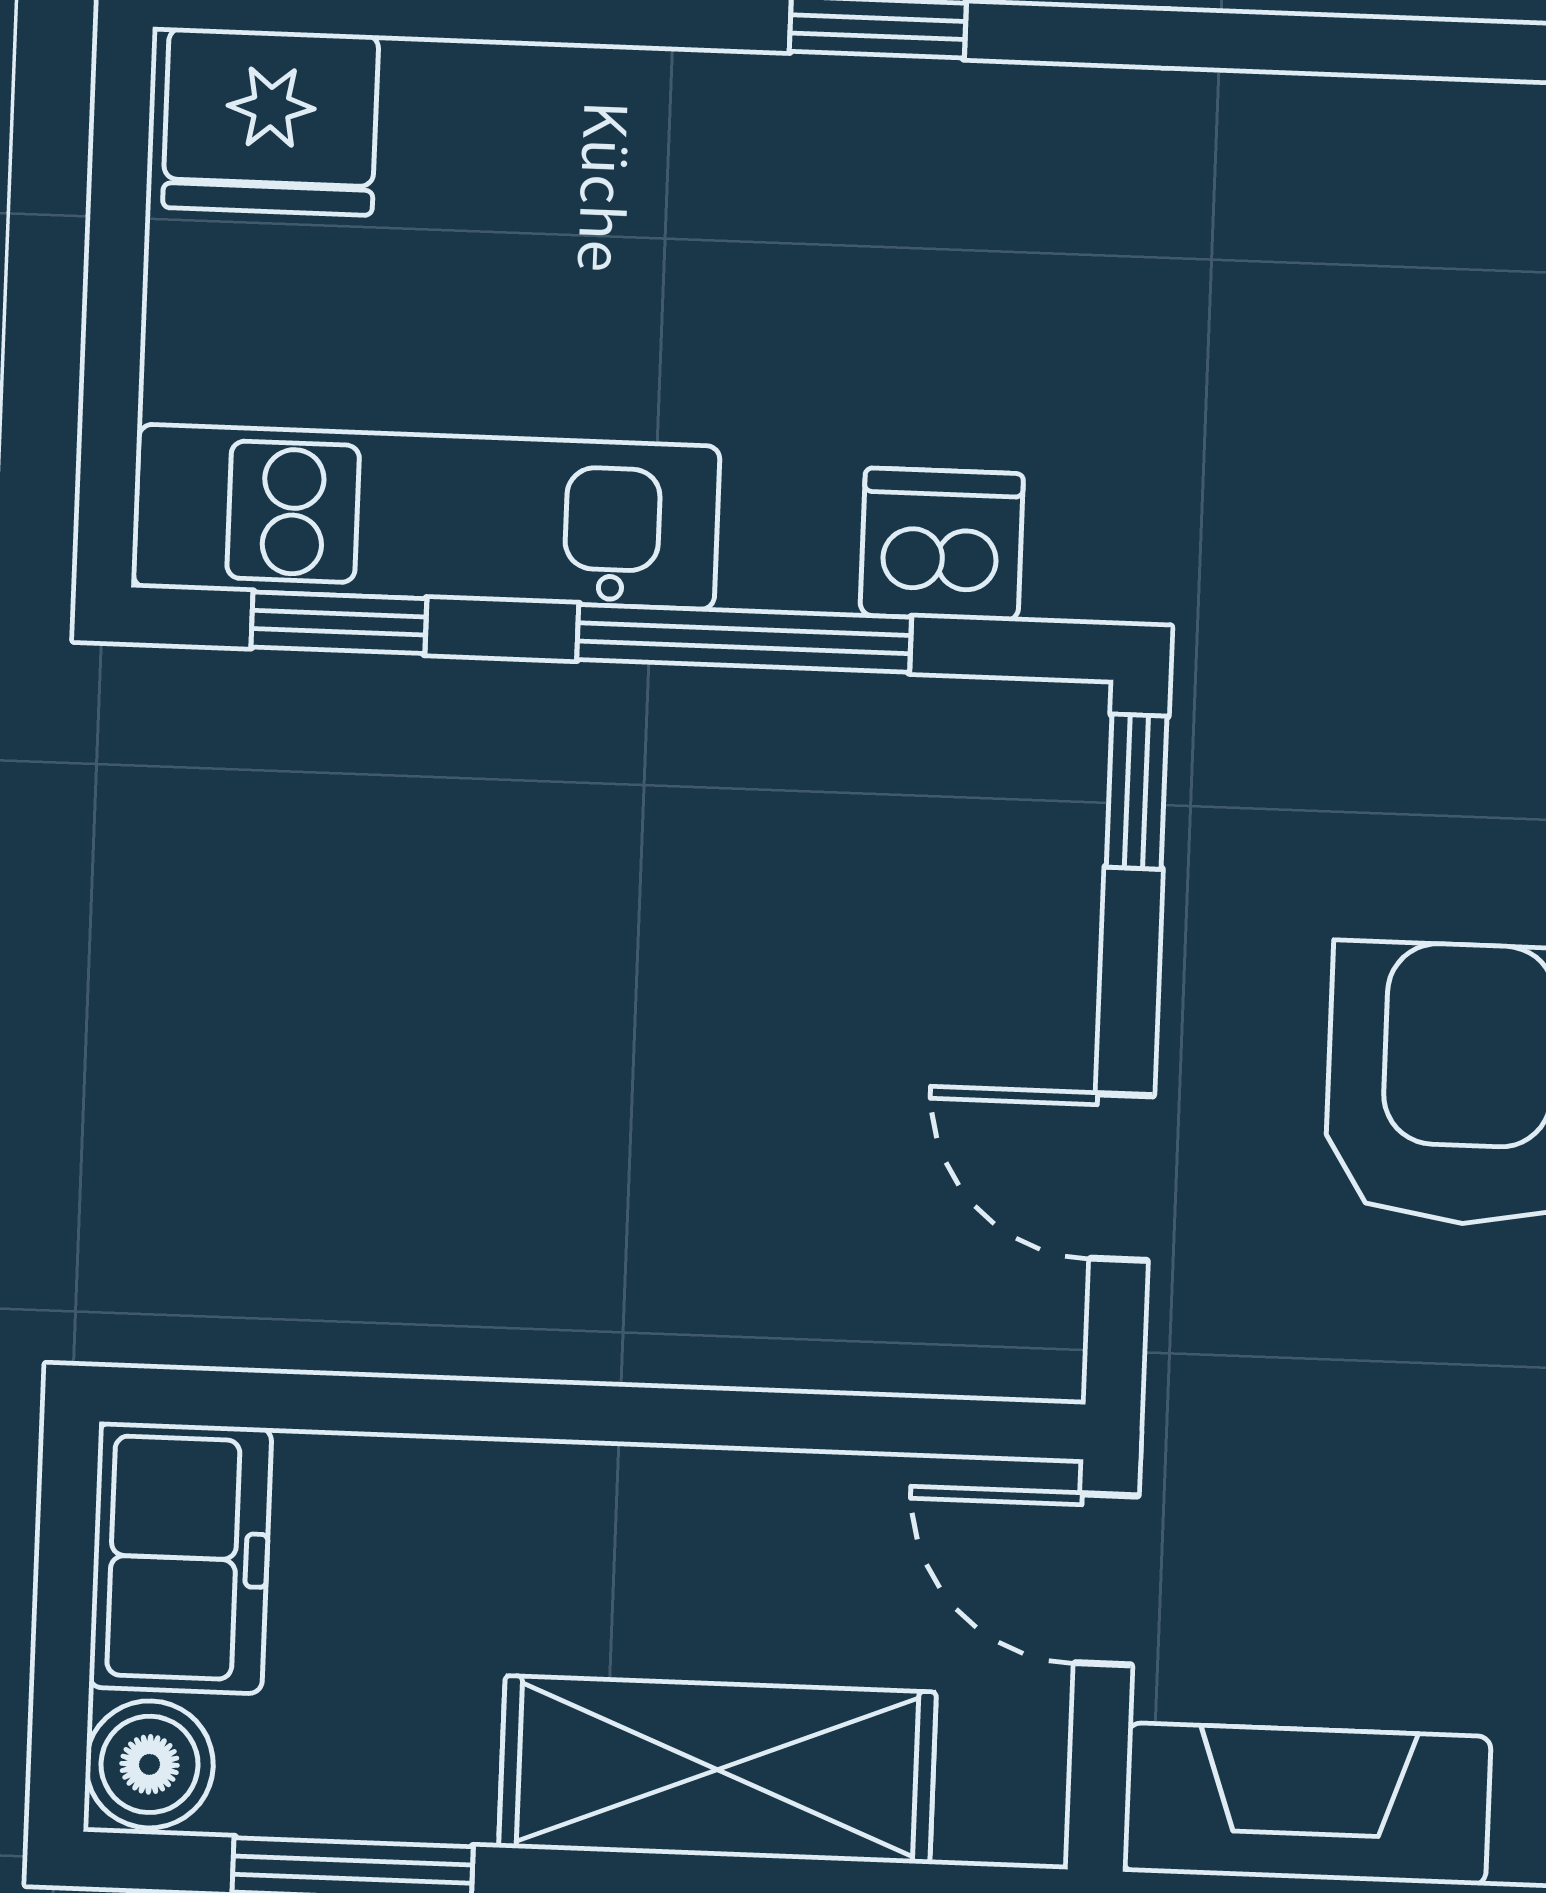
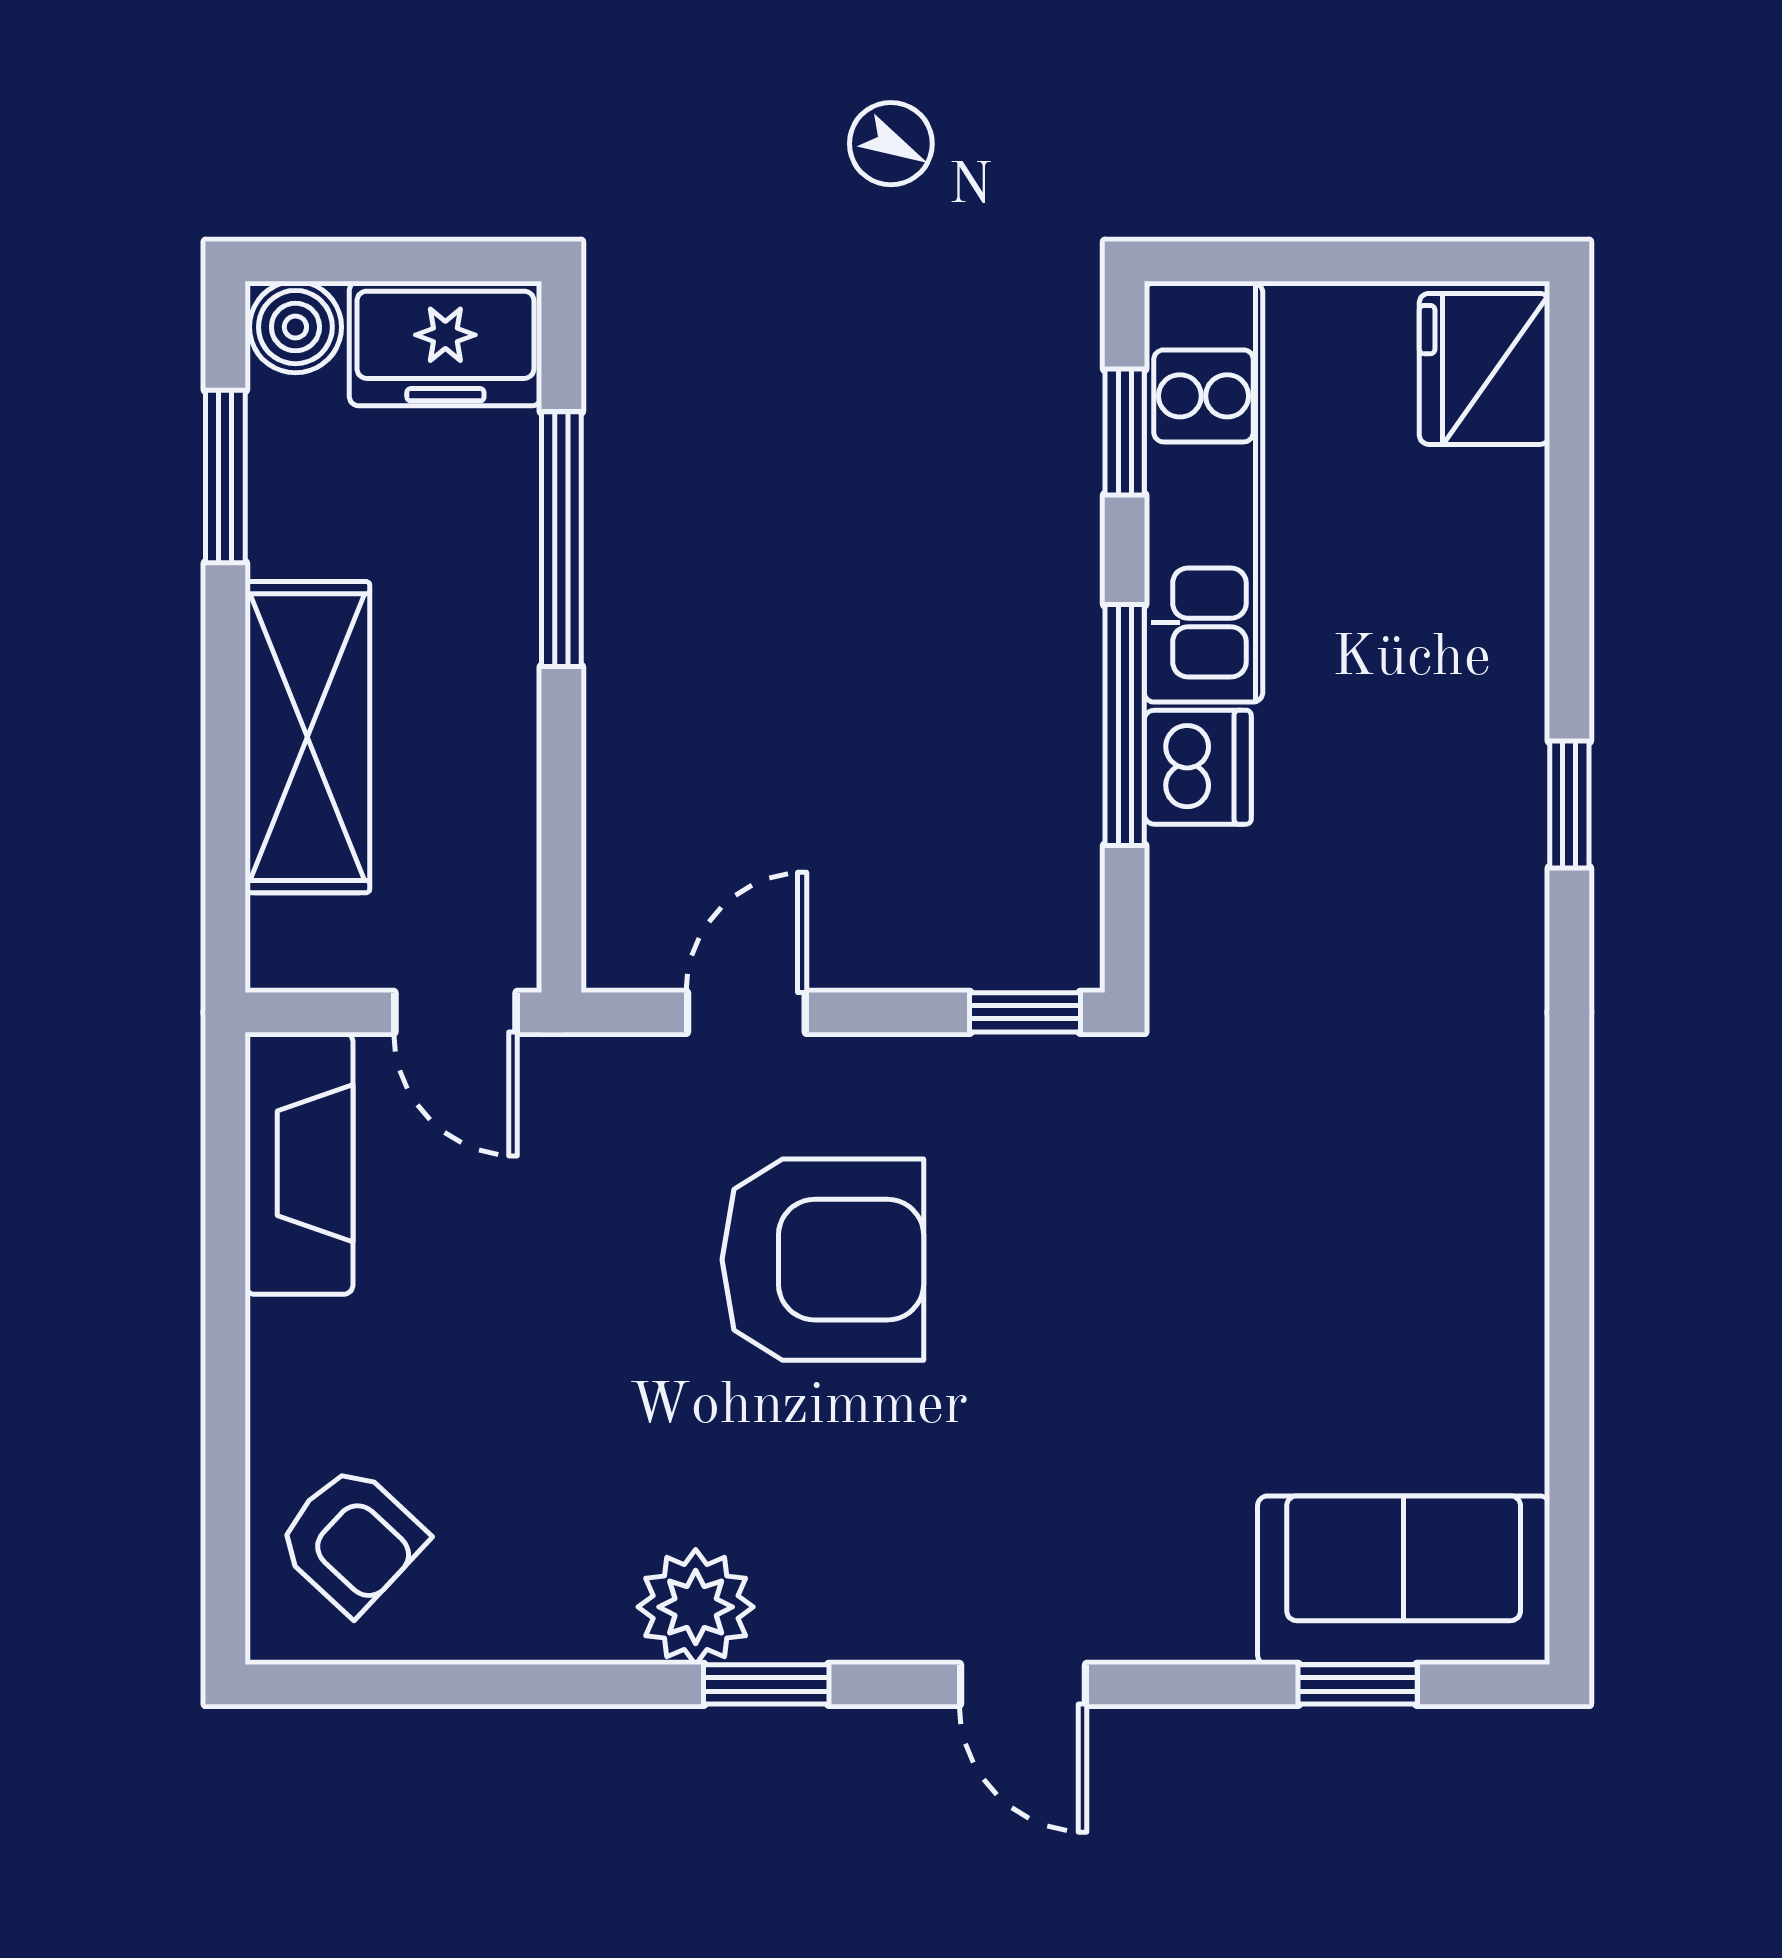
dishwasher: (942, 545) -> (1198, 767), moved
window: (457, 1408) -> (561, 539), added
door: (1106, 1579) -> (456, 1012), swing flipped

